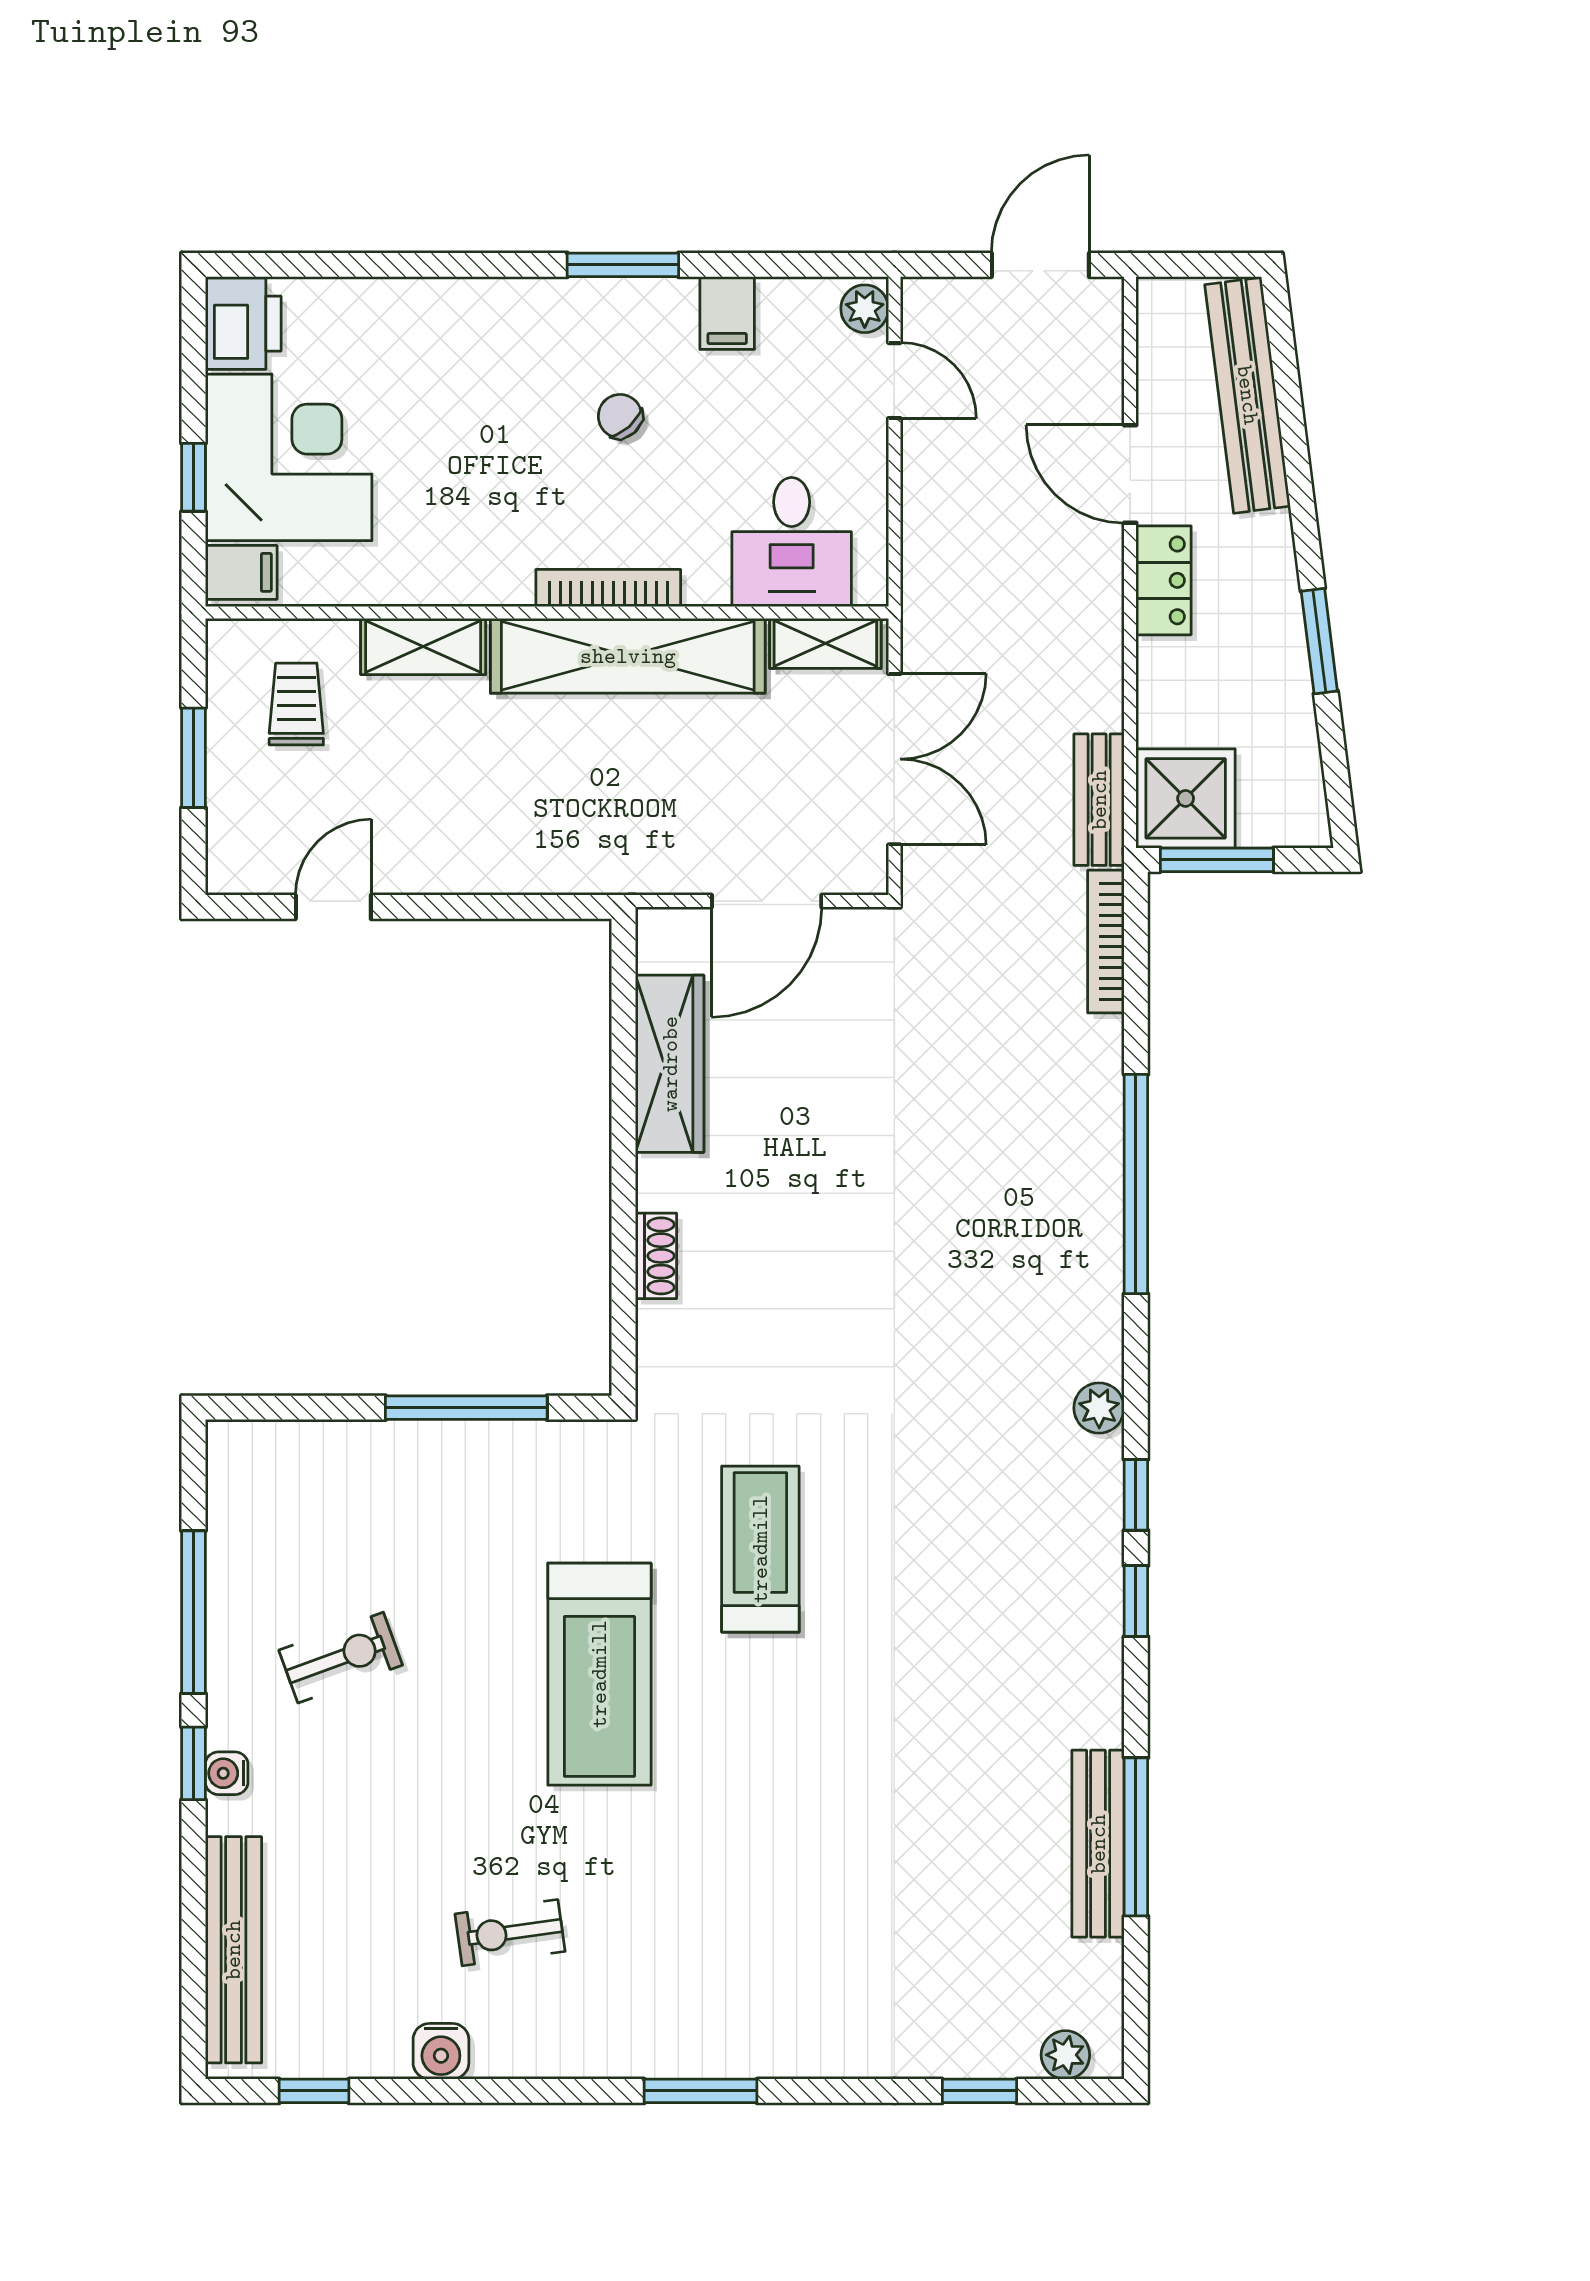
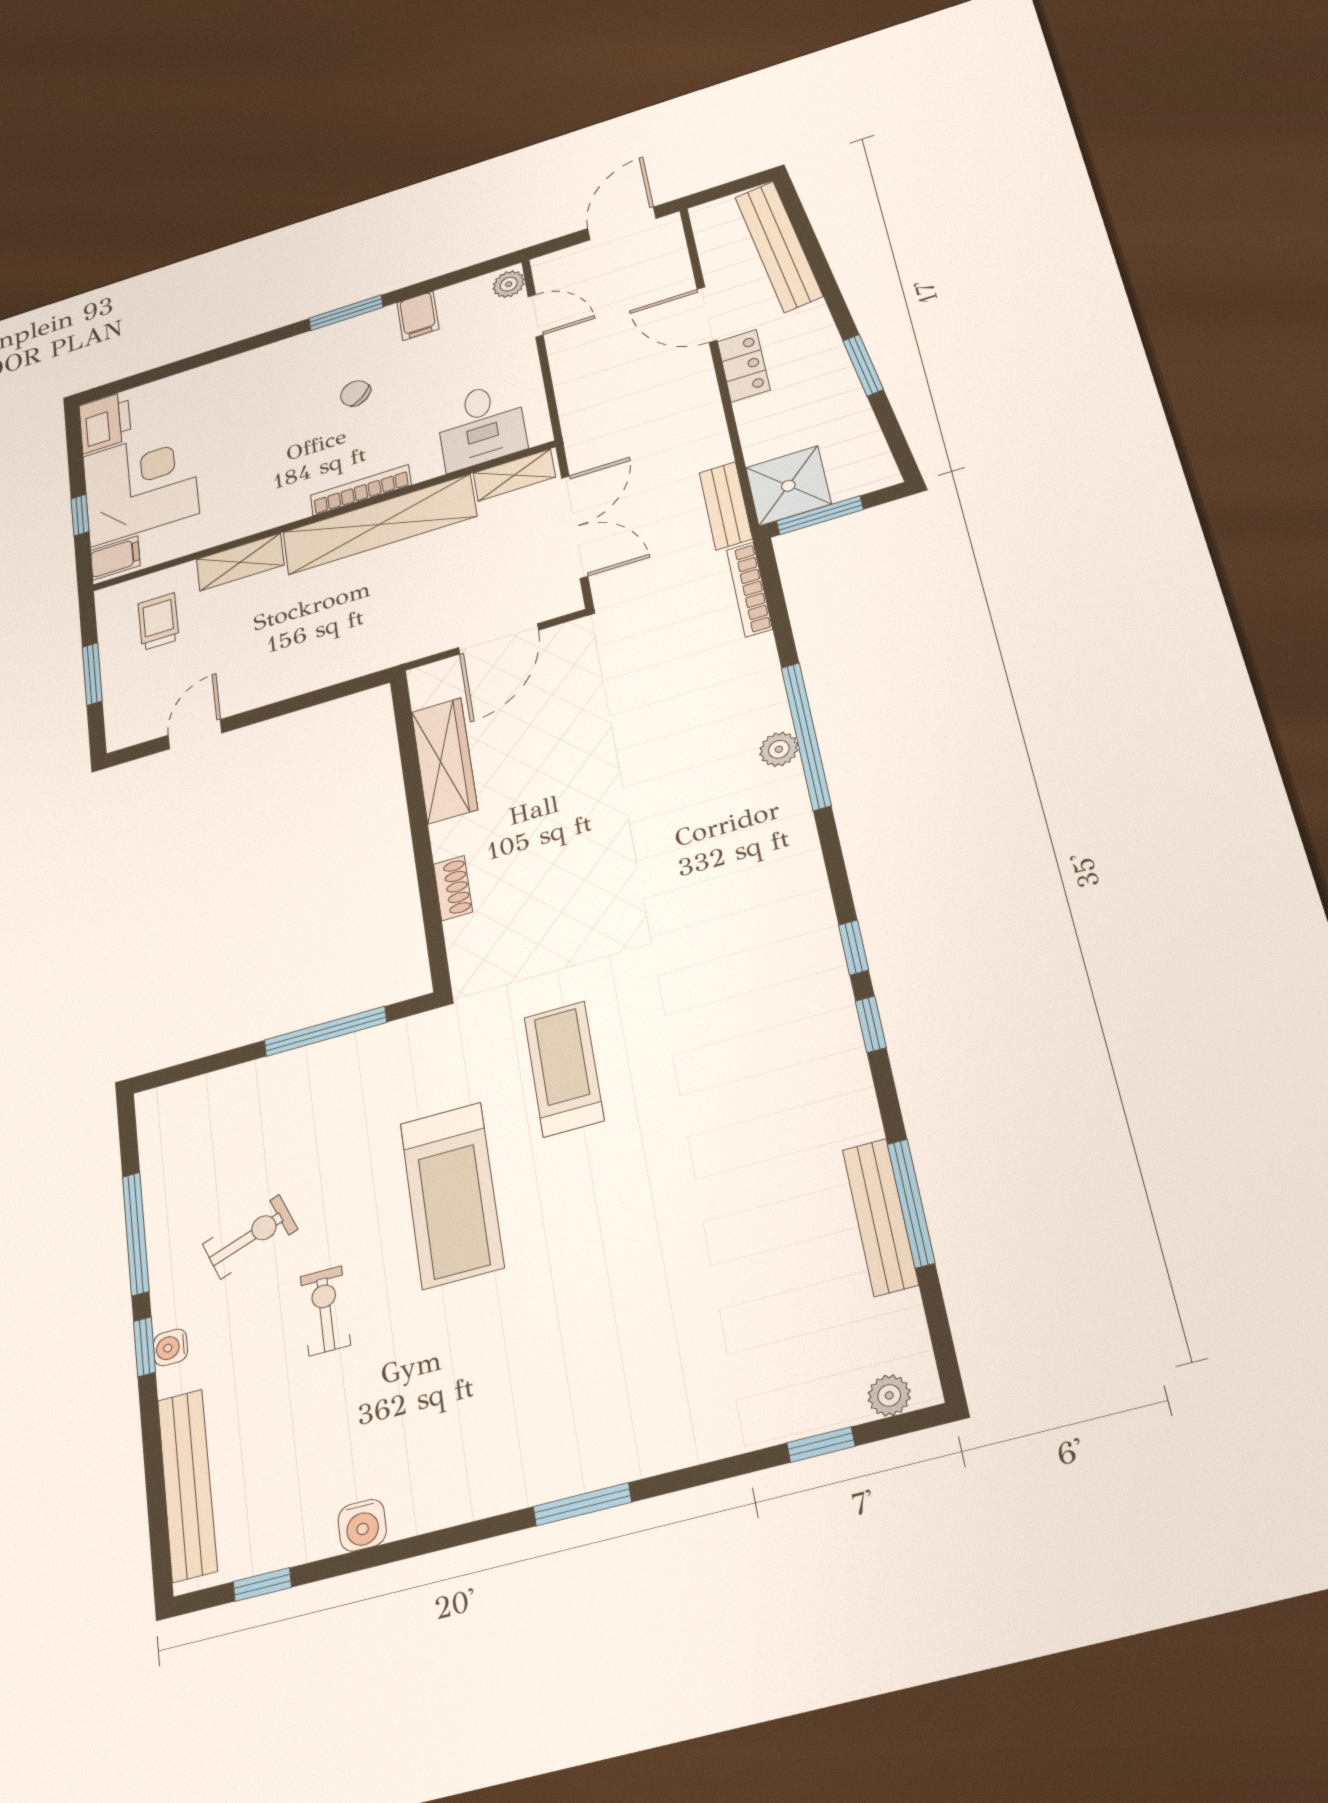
plant: (1099, 1408) -> (779, 749), moved
exercise bike: (510, 1933) -> (325, 1311), moved, turned 98

